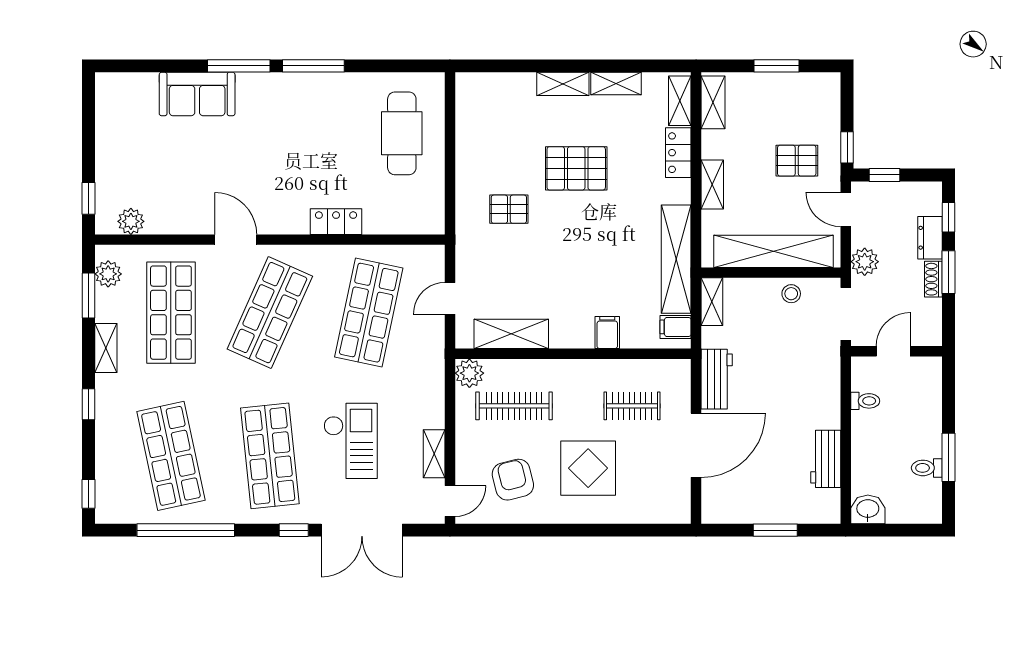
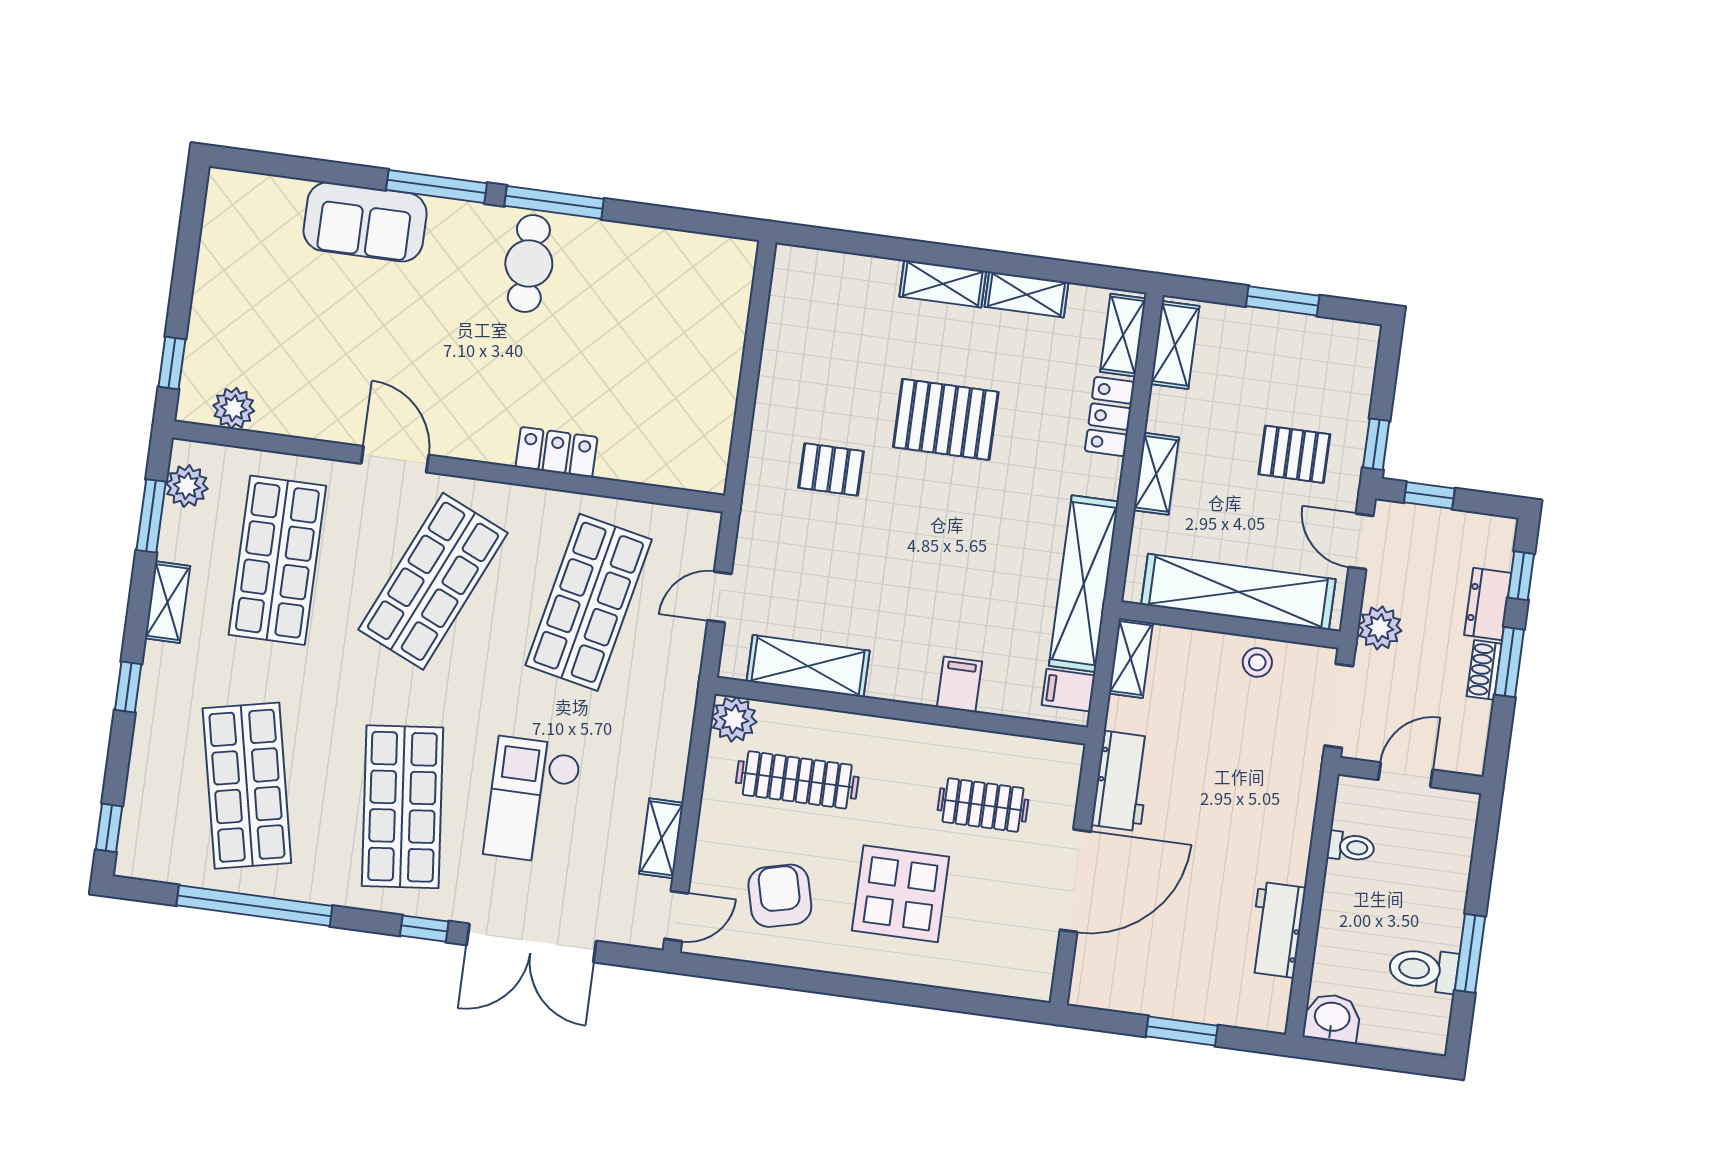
cafe table: (402, 133) -> (529, 263), moved, width x0.73, depth x0.74
checkout: (350, 441) -> (533, 800), turned 180
toilet: (927, 468) -> (1424, 970), width x1.37, depth x1.39

